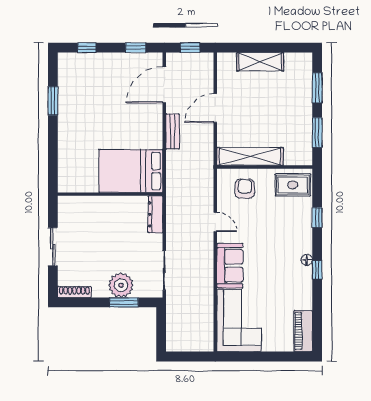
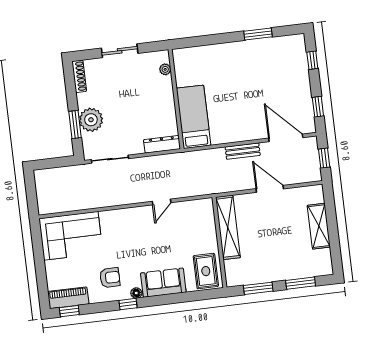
bed: (131, 171) -> (194, 117), width x0.67
armchair: (245, 189) -> (110, 278), moved
plant: (78, 202) -> (165, 69), added
window: (317, 218) -> (69, 311), moved
sofa: (230, 266) -> (163, 283), moved, turned 180

